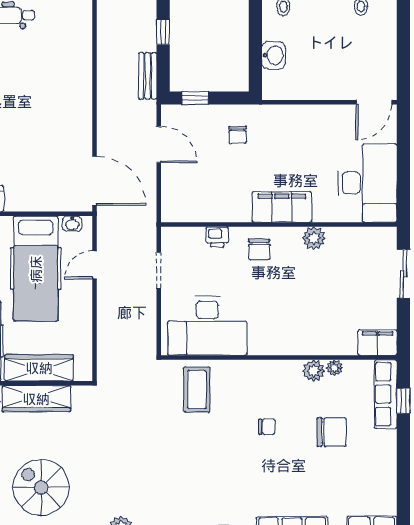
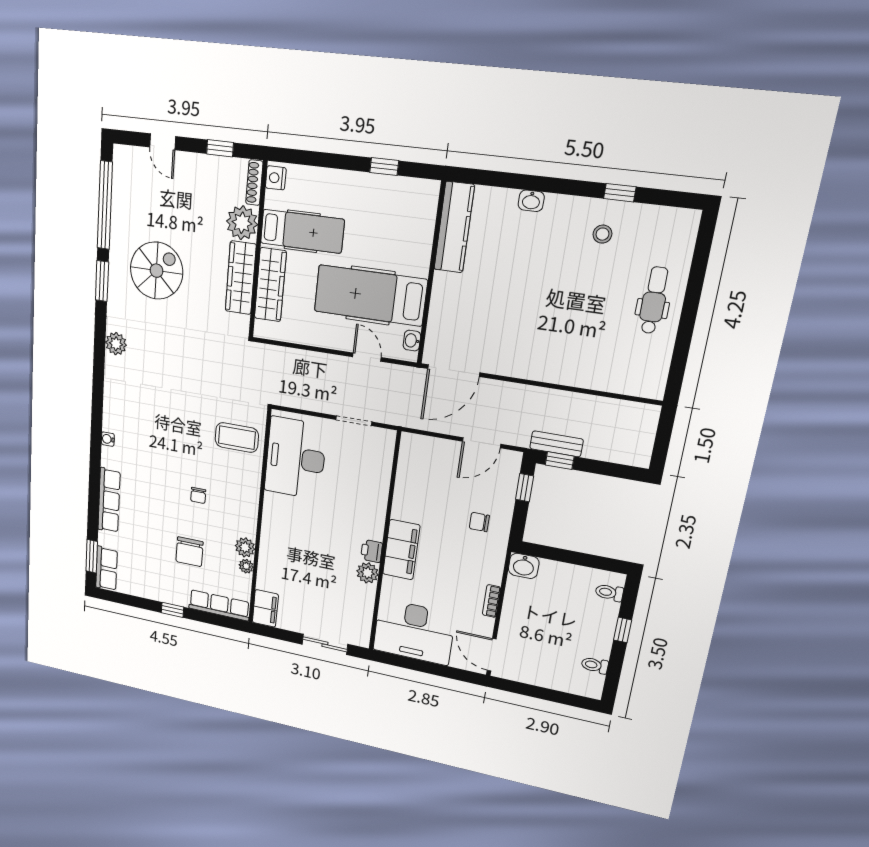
window: (163, 32) -> (560, 461), moved
washbasin: (273, 55) -> (524, 566), moved
bookcase: (317, 111) -> (491, 601), added
printer: (217, 237) -> (372, 551), moved
chair: (259, 249) -> (363, 521), removed
window: (403, 401) -> (172, 610), moved

